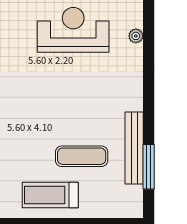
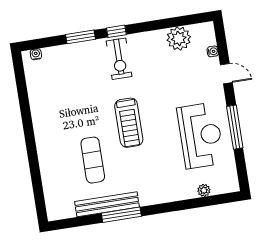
window: (149, 167) -> (121, 215), moved
treadmill: (50, 195) -> (129, 123), moved, turned 180

